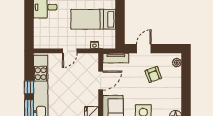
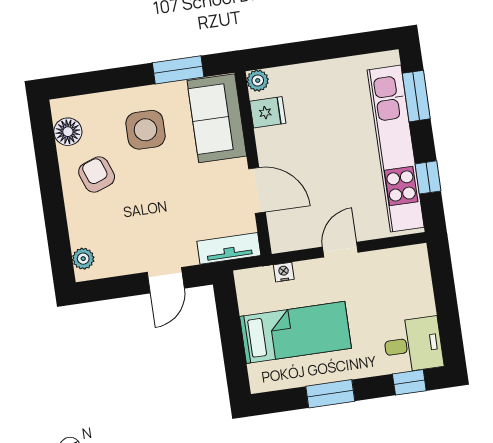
armchair: (153, 74) -> (97, 174), moved
door: (101, 80) -> (257, 190), swing flipped
window: (29, 87) -> (428, 177), moved

